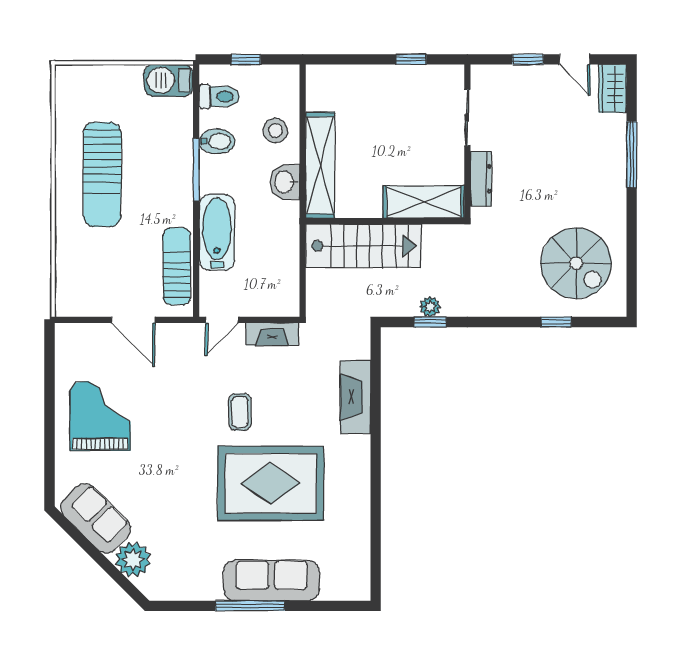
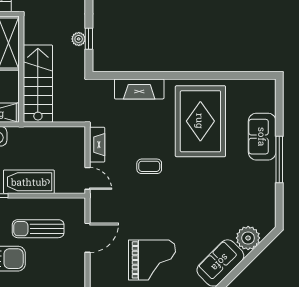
sun lounger: (177, 266) -> (38, 229), moved
grand piano: (100, 416) -> (152, 260), turned 180
rug: (271, 483) -> (200, 121), moved
sofa: (272, 580) -> (262, 137), width x0.73

